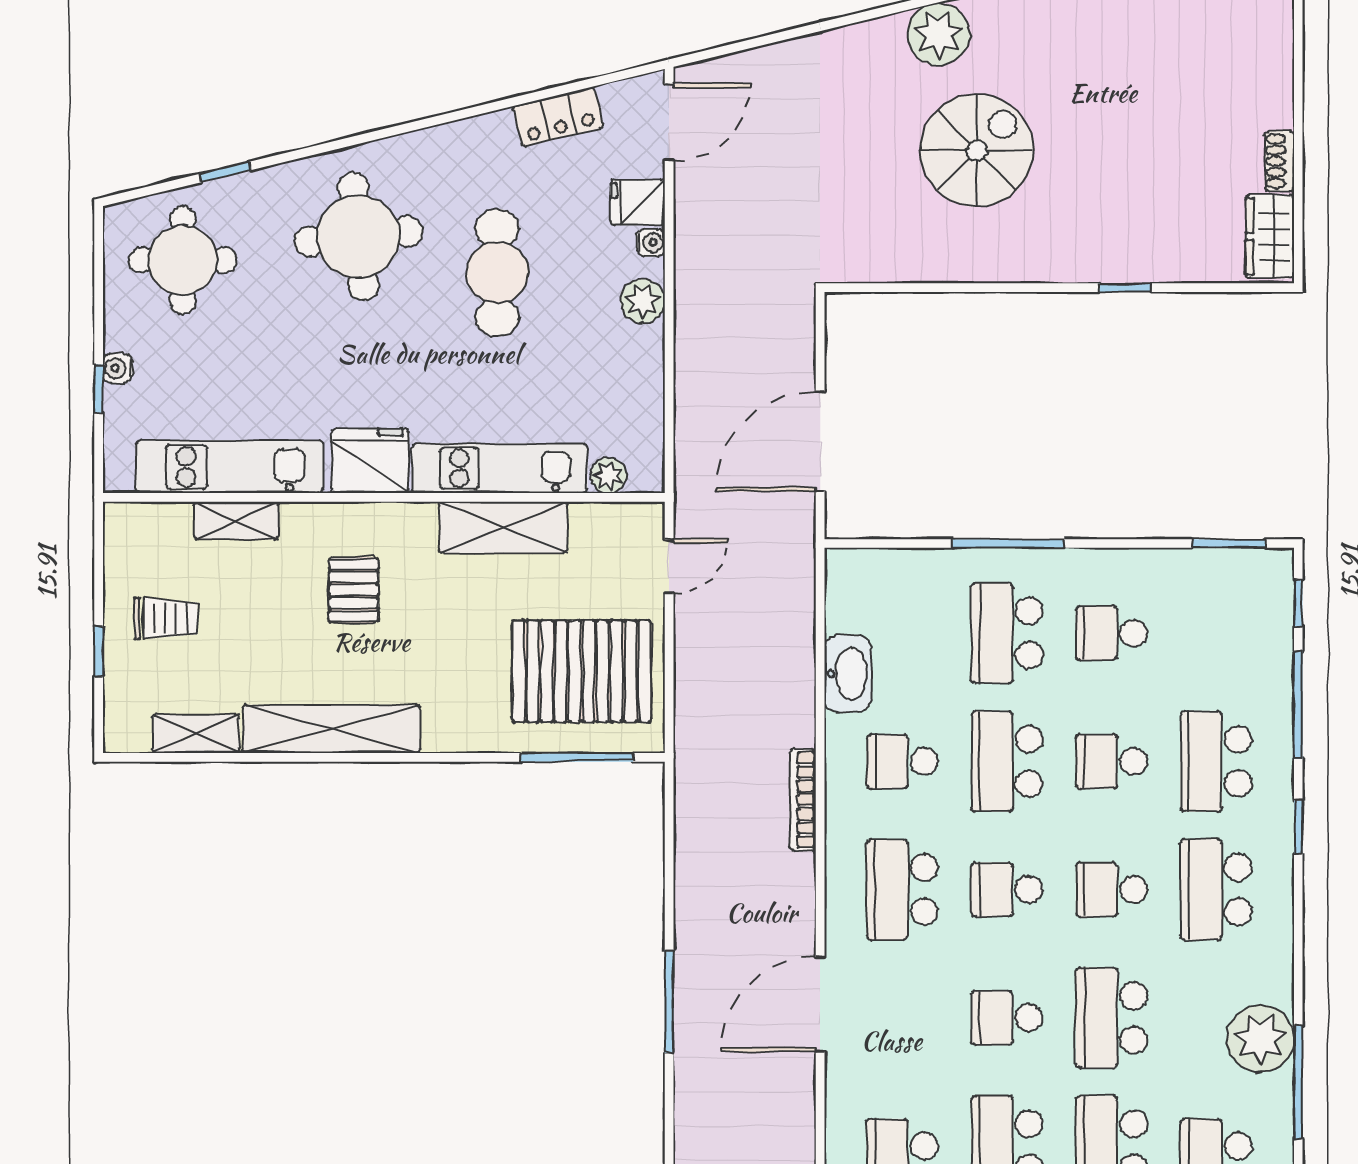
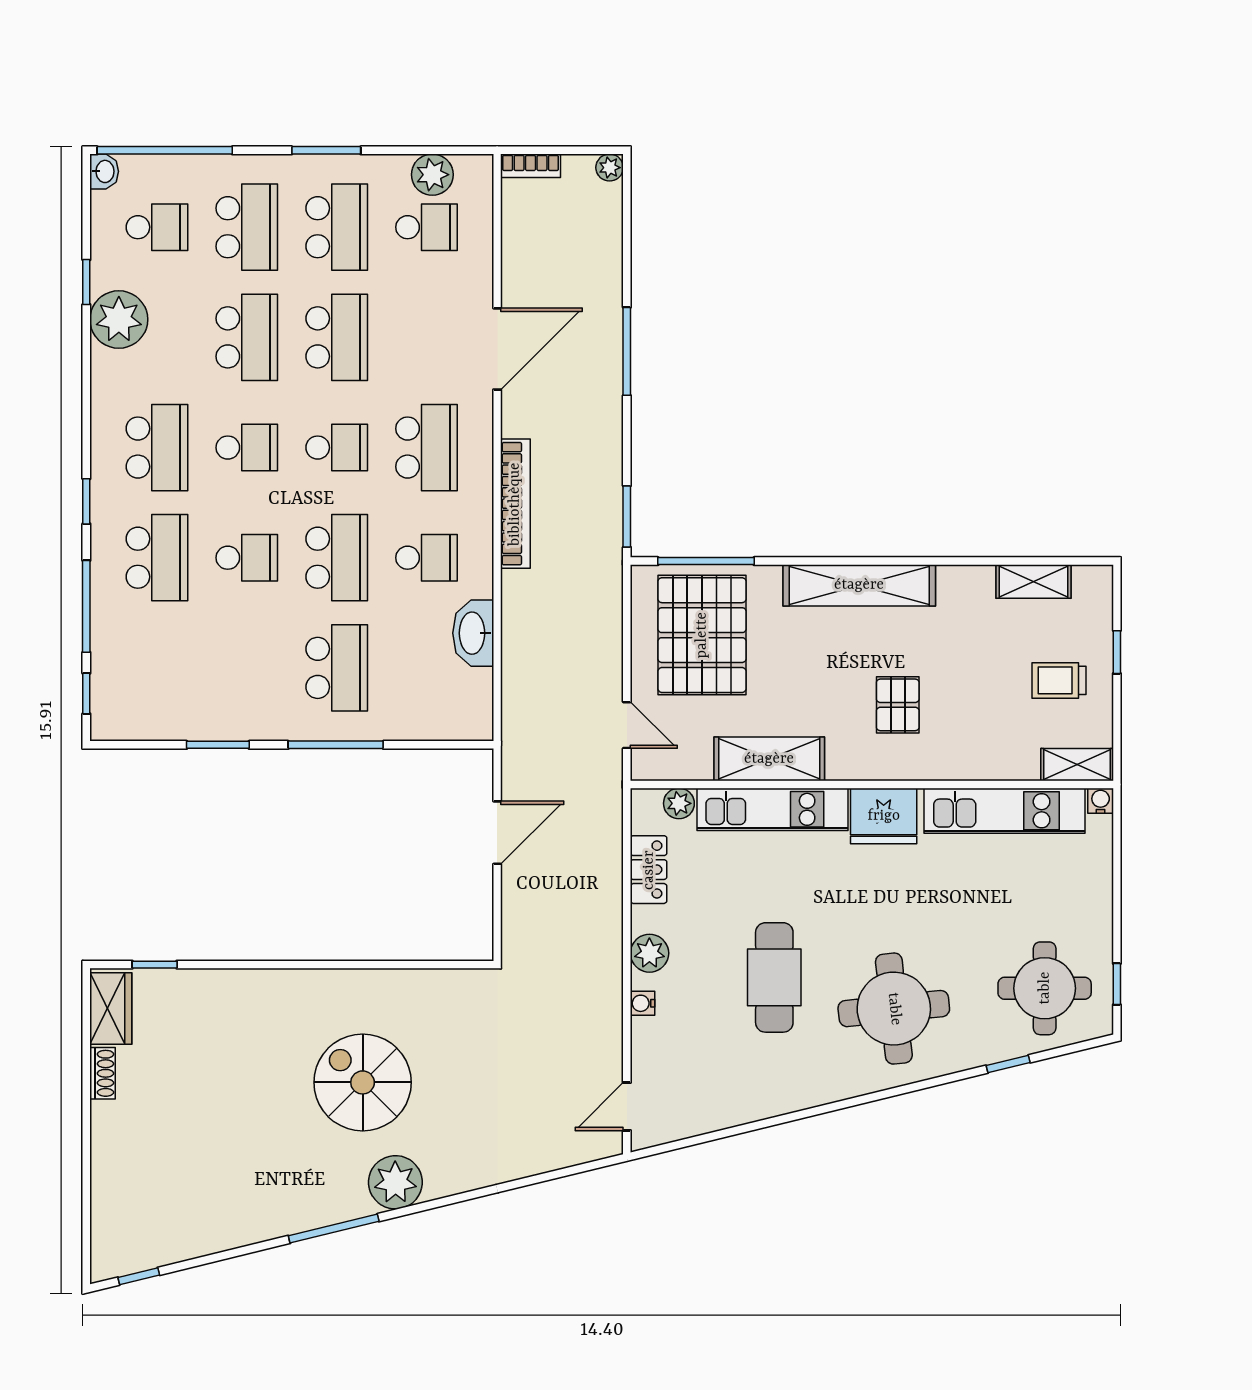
locker: (558, 117) -> (649, 870), moved, turned 104
door: (669, 122) -> (627, 1107), width x0.73
spiral stairs: (977, 150) -> (363, 1082), turned 90
fridge: (638, 202) -> (654, 1038), removed
window: (1125, 288) -> (155, 965), moved
water cooler: (118, 368) -> (1101, 801), moved, turned -90
window: (99, 389) -> (1117, 984), moved
door: (820, 441) -> (497, 833), width x0.73
shelving: (236, 521) -> (1077, 765), moved
window: (1229, 543) -> (218, 745), moved
door: (669, 566) -> (627, 725), swing flipped
school desk: (1112, 633) -> (247, 668), removed
pallet: (582, 671) -> (702, 635), turned 90
shelving: (331, 729) -> (859, 585), moved
bookcase: (803, 800) -> (515, 504), width x1.48, depth x1.31
window: (669, 809) -> (627, 517), added
school desk: (1007, 1018) -> (337, 337), width x1.85
window: (1298, 1082) -> (86, 282), width x0.46

